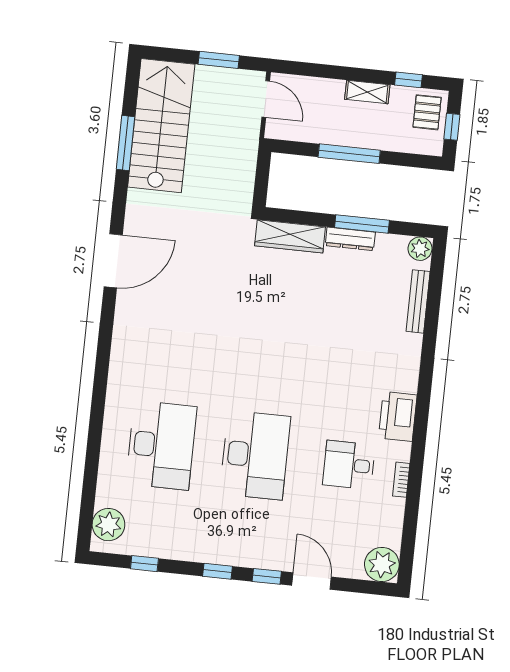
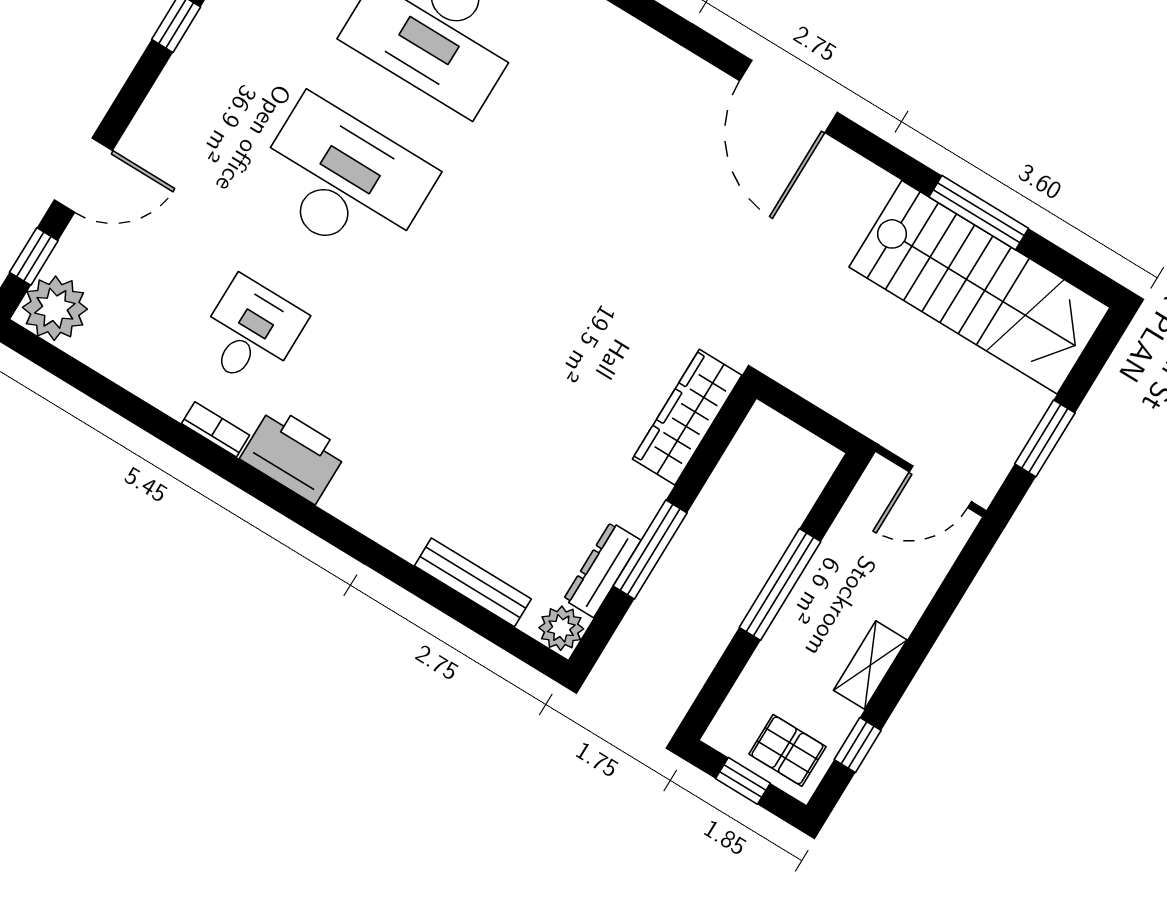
dresser: (350, 239) -> (602, 570), moved
desk: (255, 455) -> (343, 181), turned 180
bookcase: (401, 480) -> (216, 429), moved
window: (267, 576) -> (34, 256), moved

